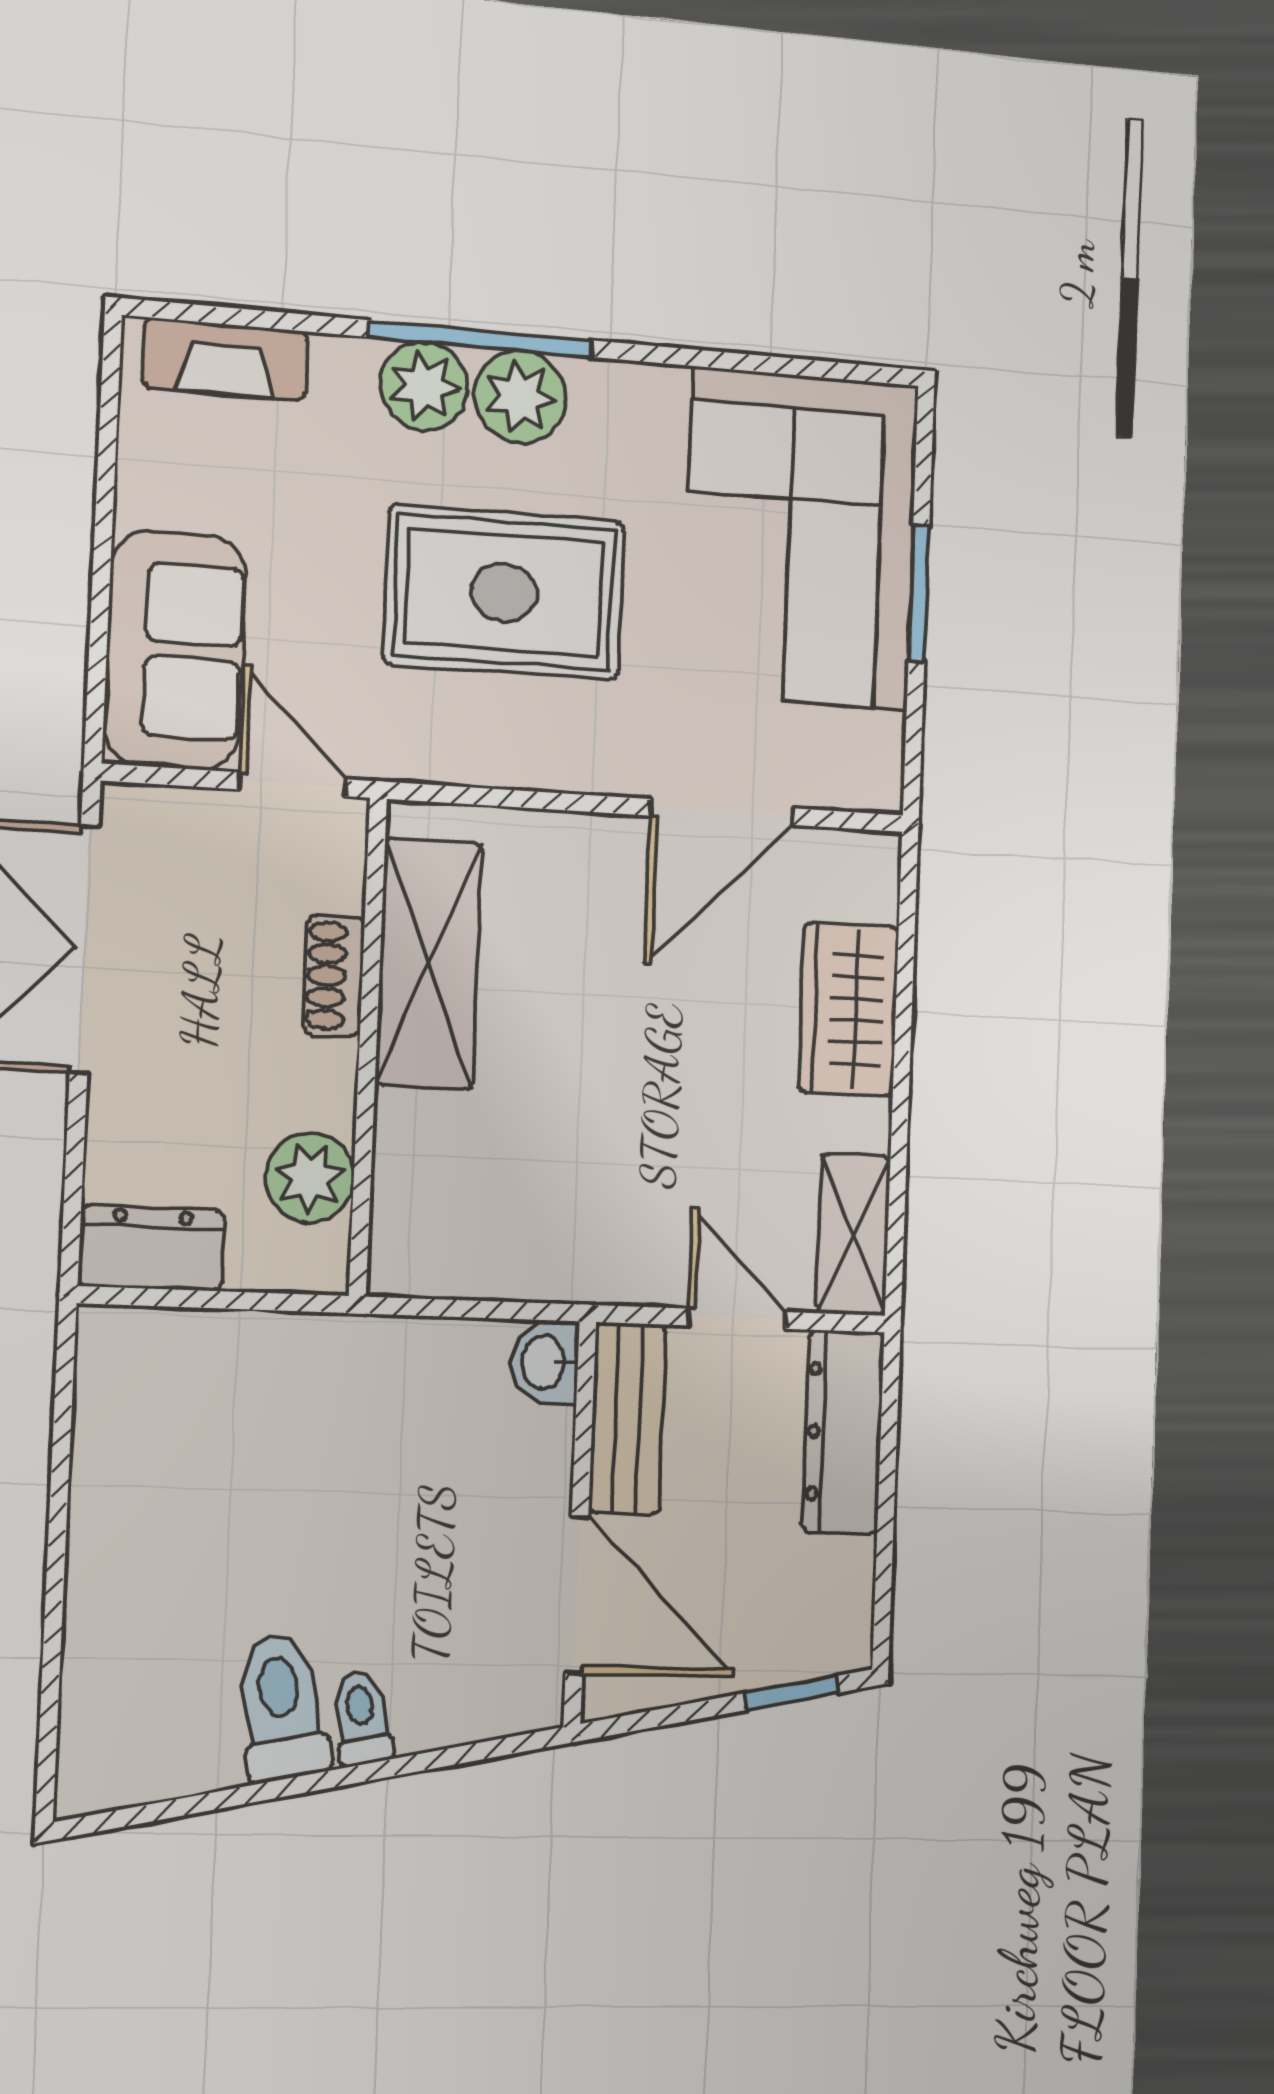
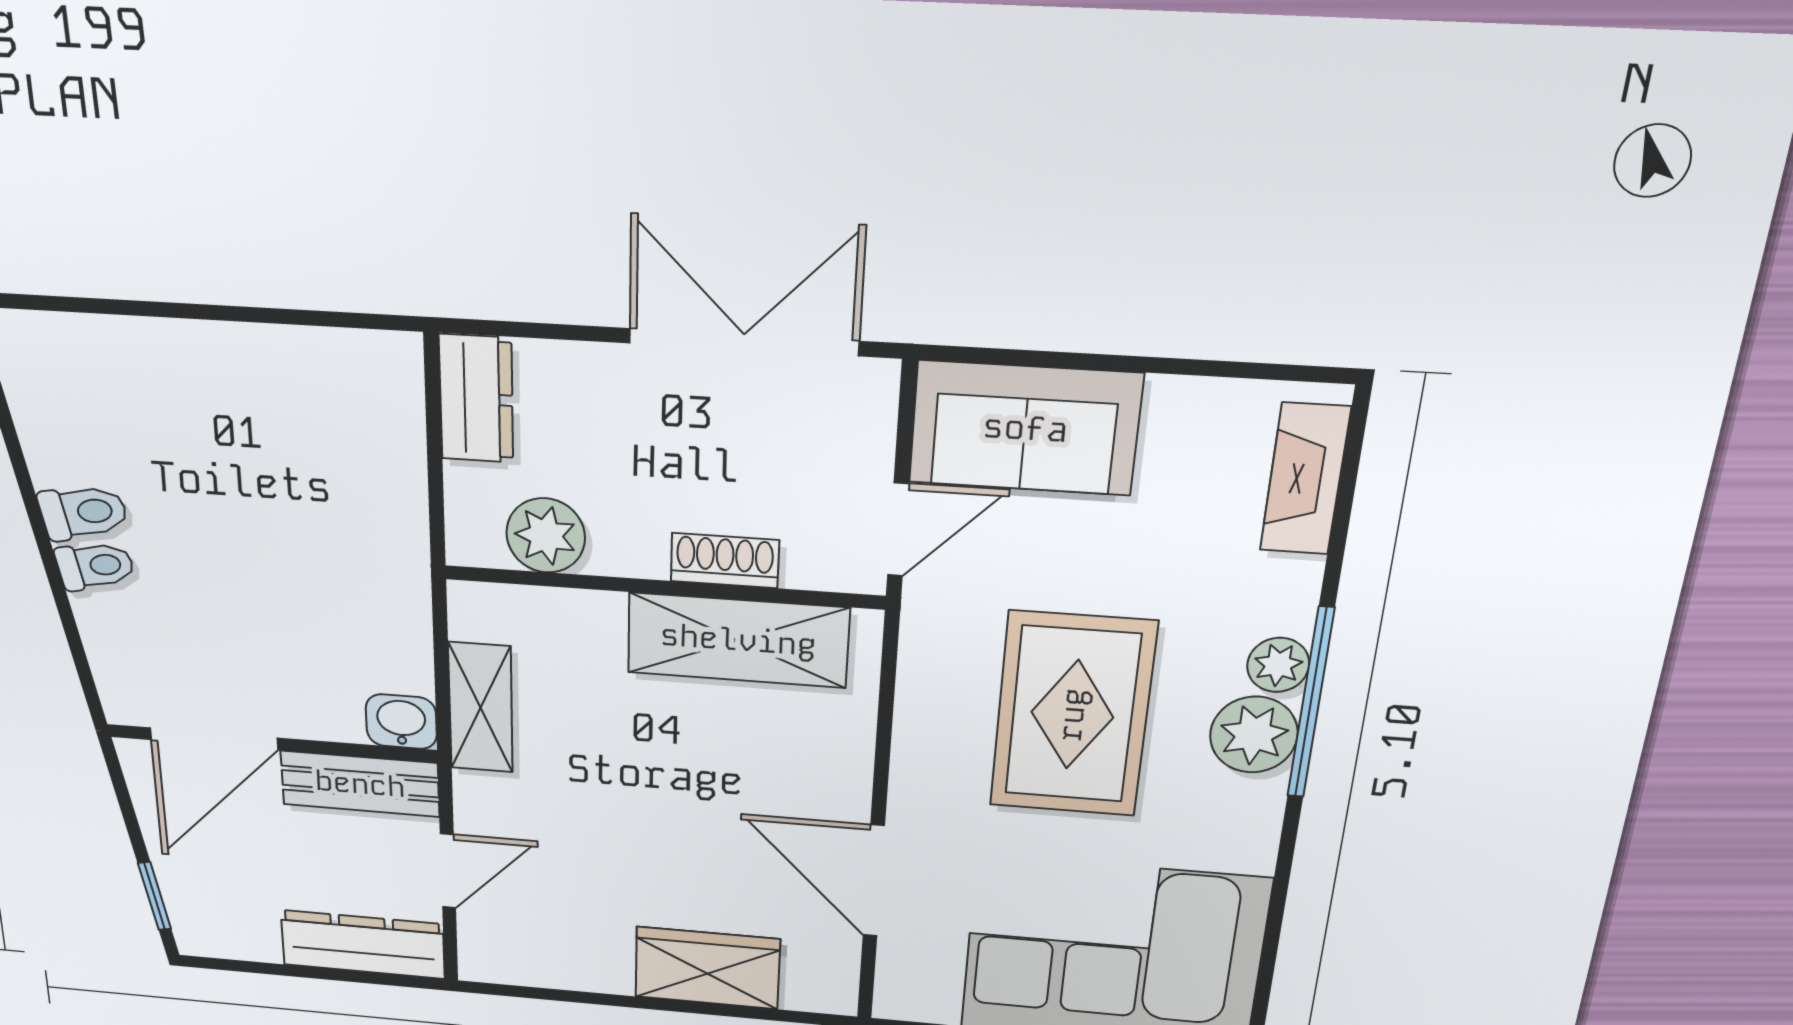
plant: (424, 386) -> (1278, 665), width x0.73, depth x0.73
shelving: (854, 1235) -> (481, 708), moved, turned 90
toilet: (281, 1707) -> (83, 512), width x0.73, depth x0.72

